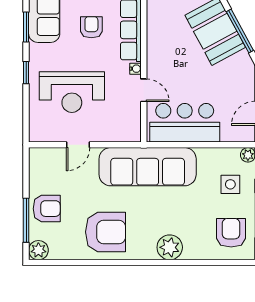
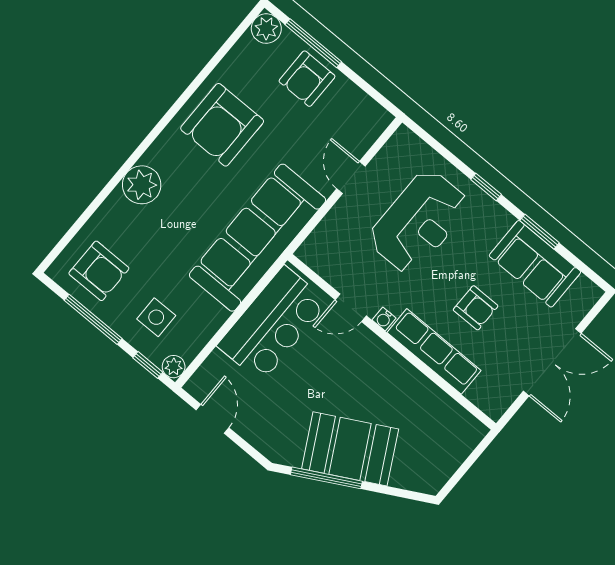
reception desk: (72, 92) -> (419, 222), turned 180

